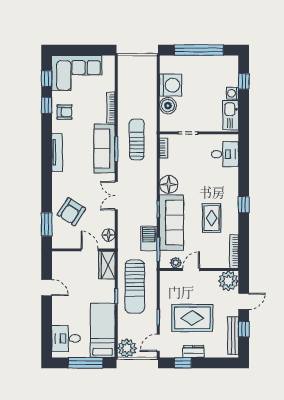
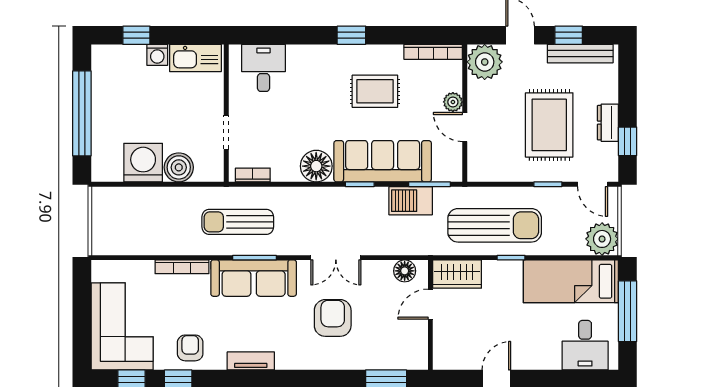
tv unit: (57, 152) -> (251, 361), width x0.71
armchair: (71, 212) -> (333, 318), moved, turned -123
plant: (176, 263) -> (453, 102), moved

